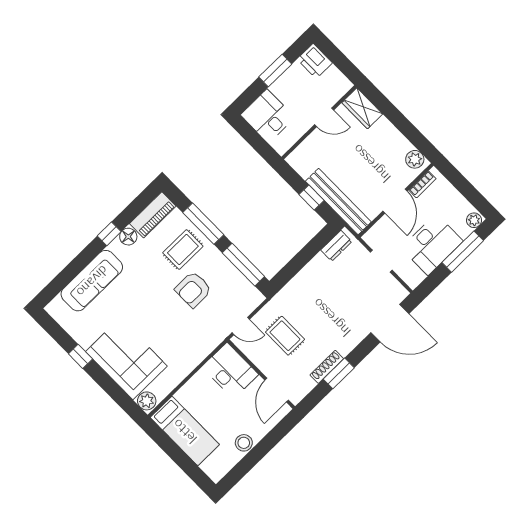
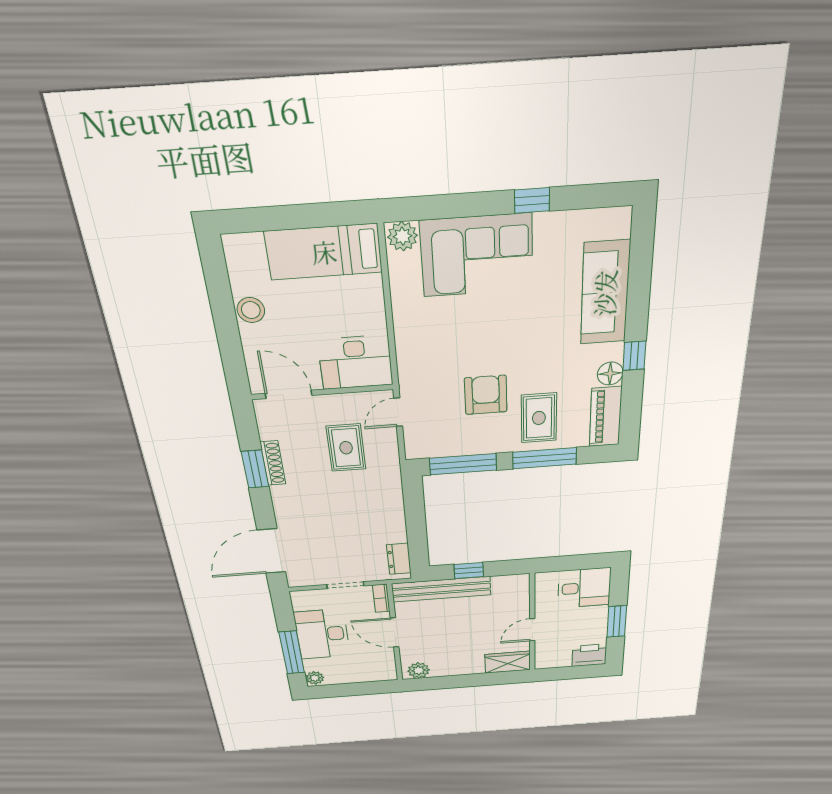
bookcase: (422, 184) -> (381, 598), moved
rug: (285, 336) -> (346, 448), turned 90

